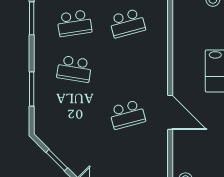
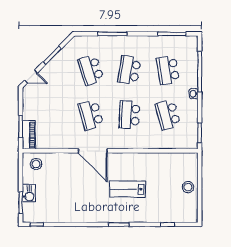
school desk: (127, 69) -> (129, 115), added
door: (170, 112) -> (93, 151), hinge flipped
school desk: (74, 115) -> (91, 70), added

